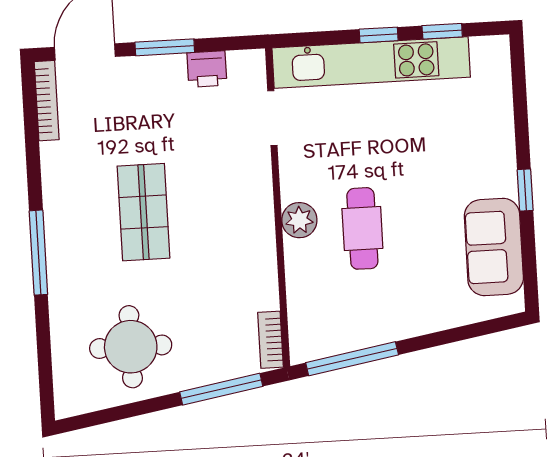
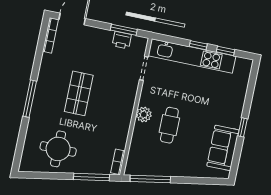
window: (165, 47) -> (124, 30), moved

